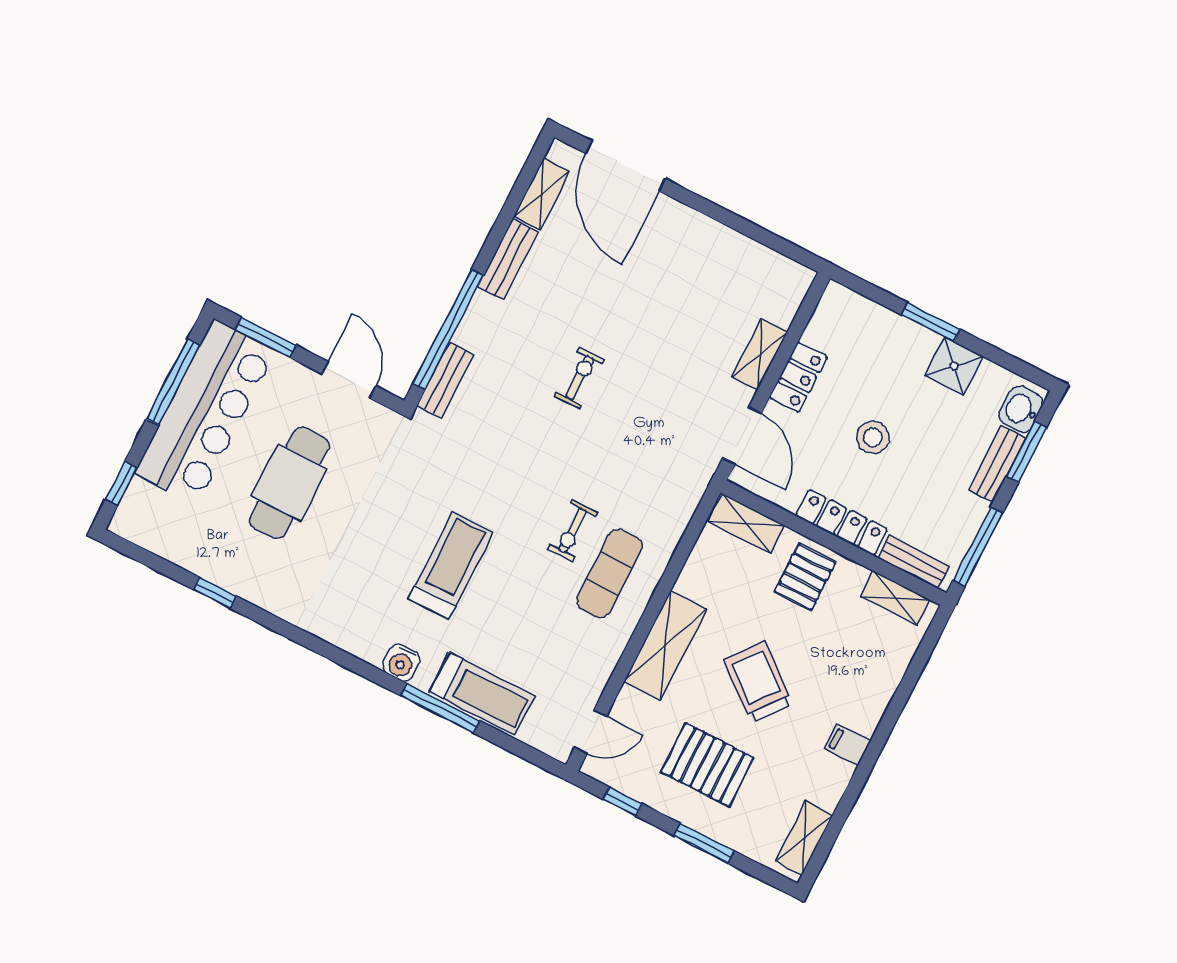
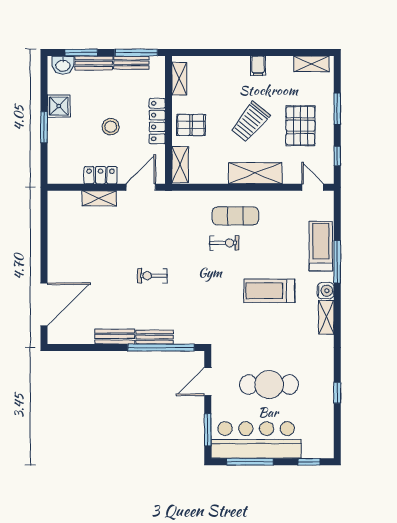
shelving: (542, 194) -> (326, 317), moved, turned 90
bench: (445, 380) -> (155, 337), moved
bench: (914, 562) -> (131, 63), moved, turned 90

